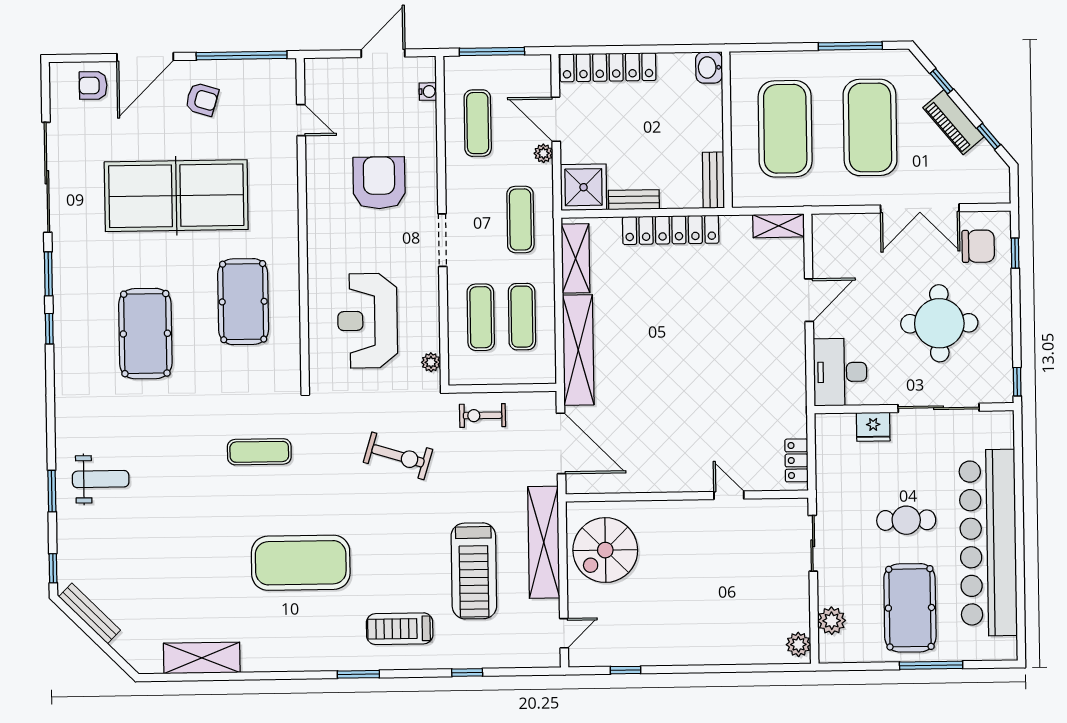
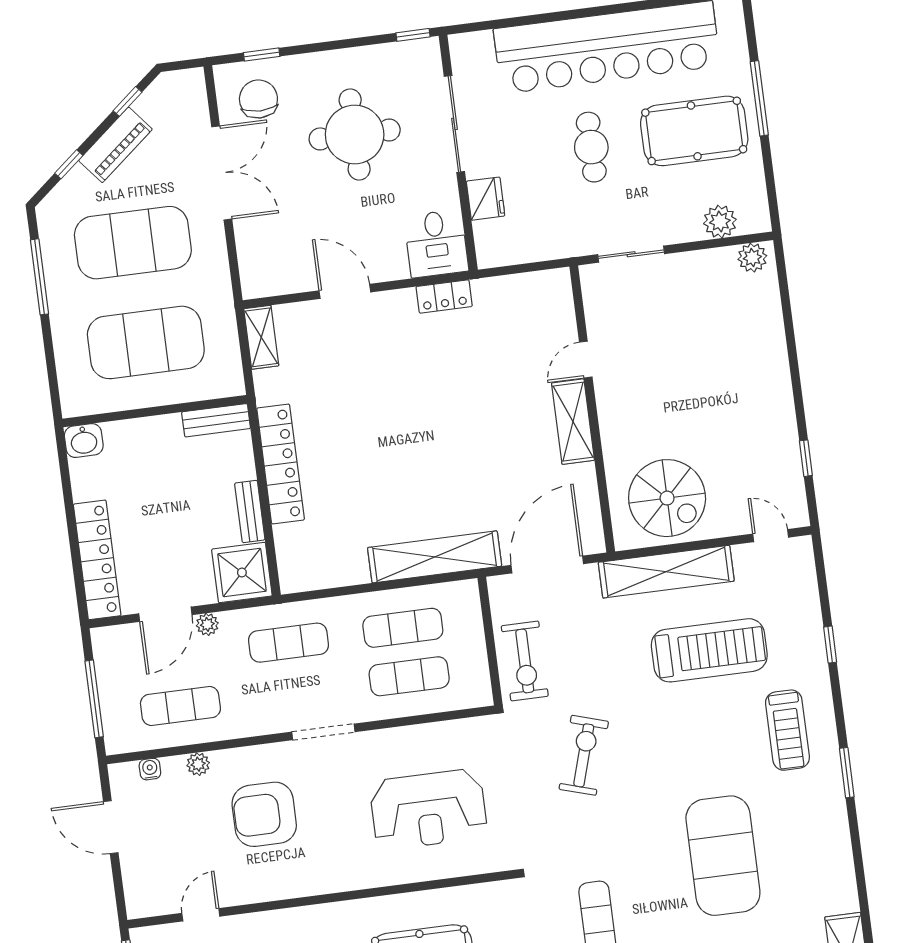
shelving: (576, 258) -> (573, 422), moved, turned 90
plant: (431, 362) -> (198, 764), moved
desk: (840, 372) -> (436, 244), width x0.73
exercise bike: (483, 415) -> (525, 661), width x1.38, depth x1.39
locker: (796, 460) -> (444, 296), moved

